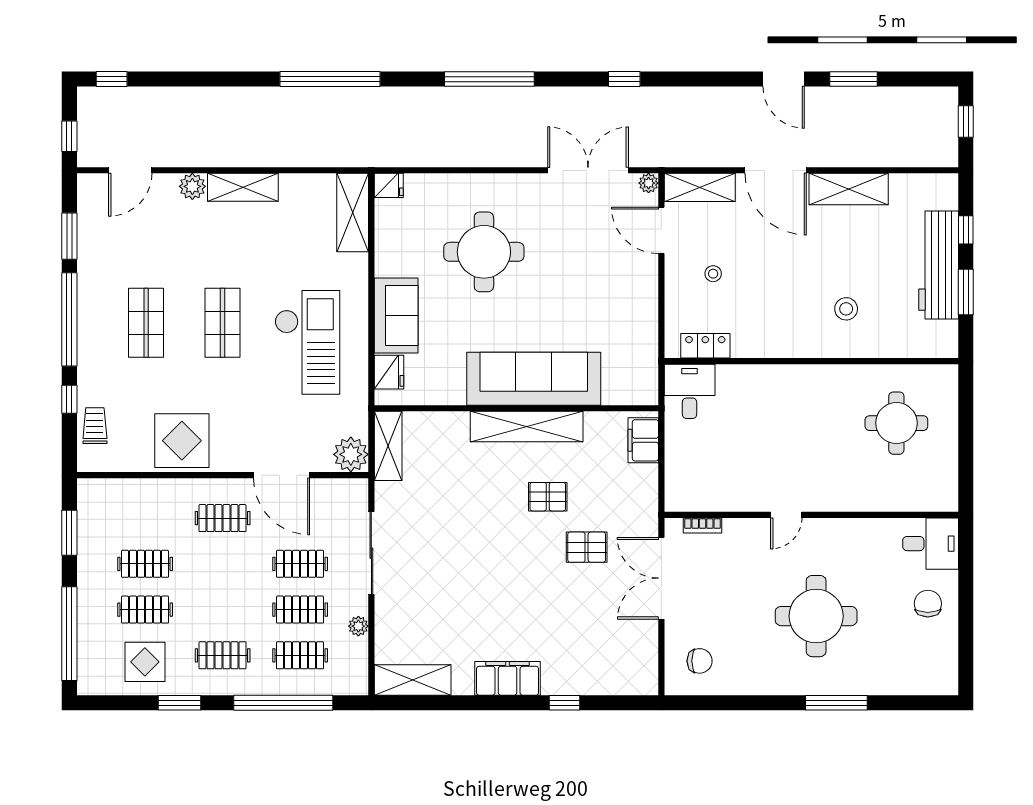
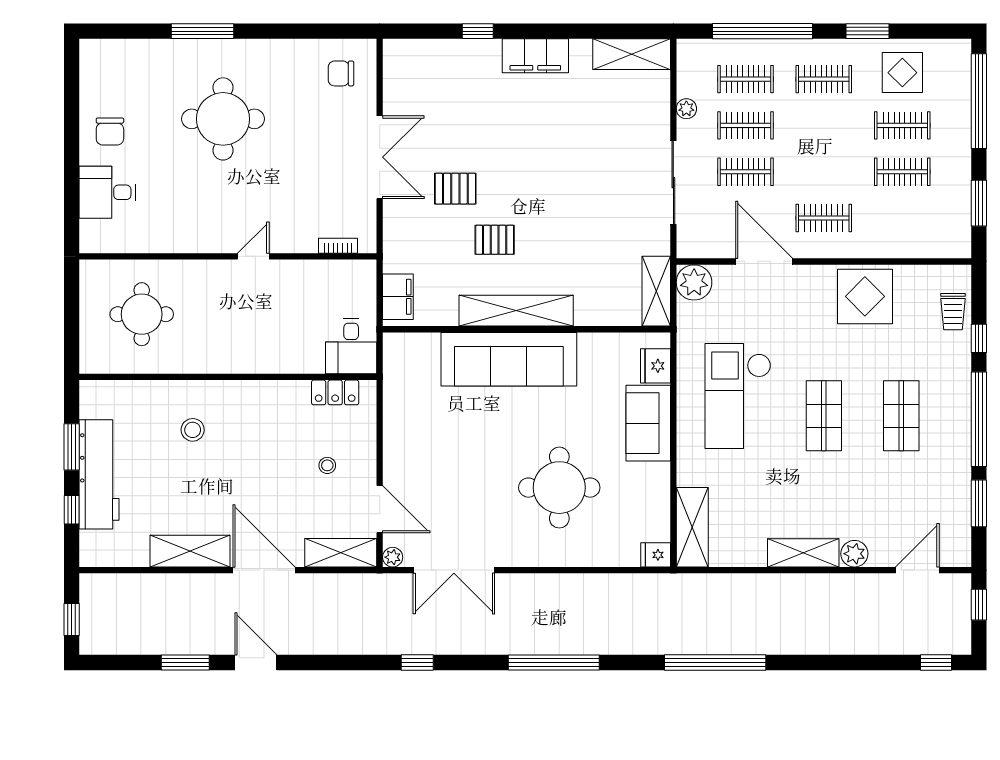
door: (786, 515) -> (253, 256), moved
wall: (811, 515) -> (228, 256), moved
bookcase: (703, 525) -> (338, 246), moved

